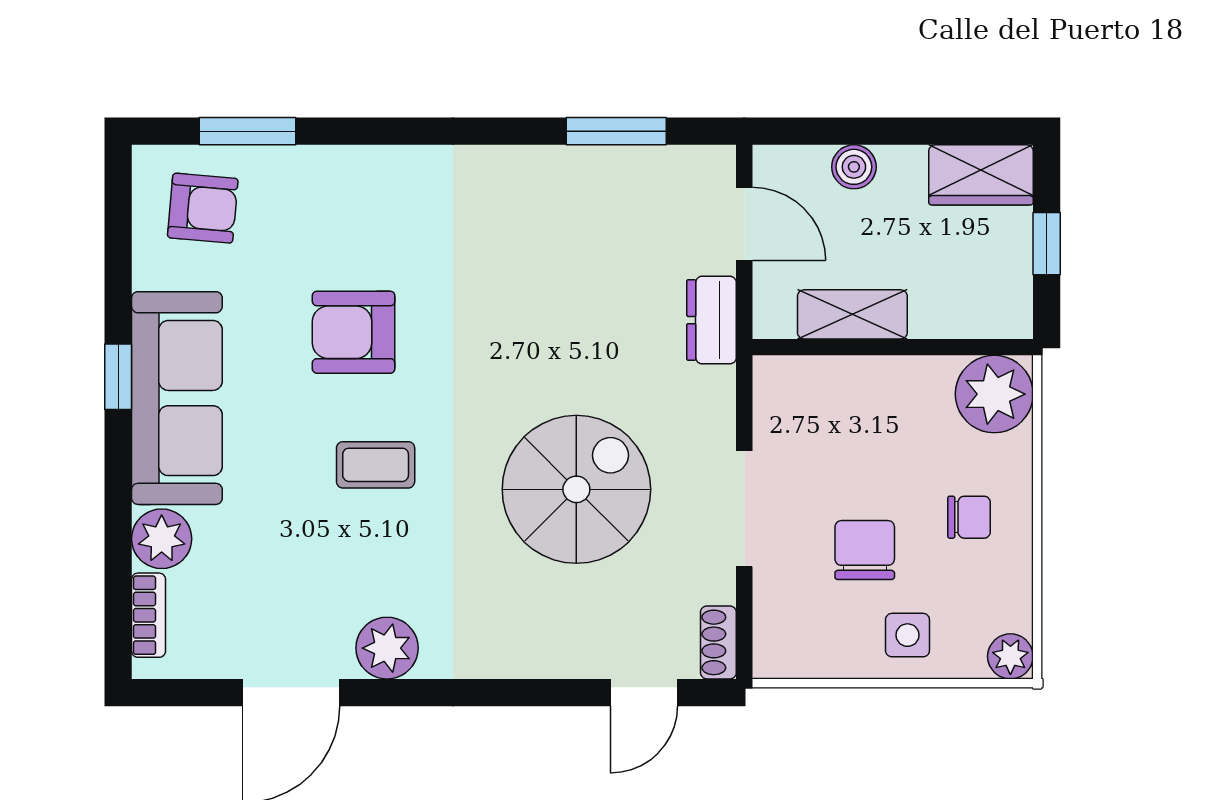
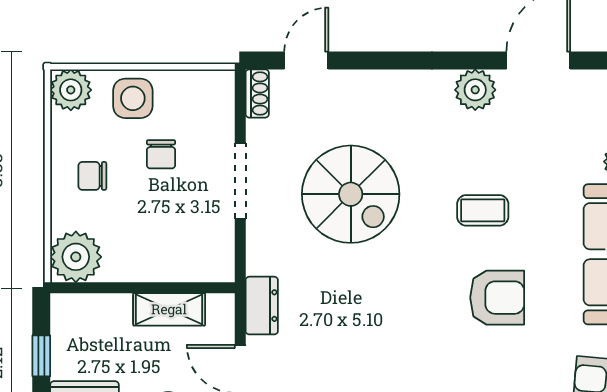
spiral stairs: (576, 489) -> (351, 194), turned -90
chair: (865, 550) -> (161, 154), width x0.73, depth x0.73
side table: (907, 635) -> (133, 98), width x1.37, depth x1.37
plant: (1010, 656) -> (71, 90), width x1.38, depth x1.38

